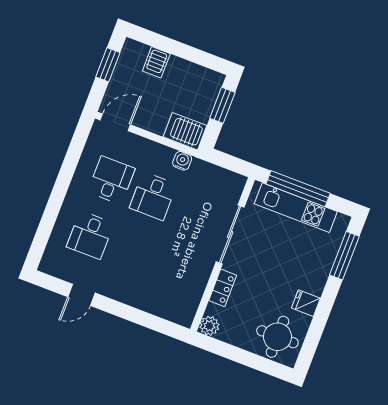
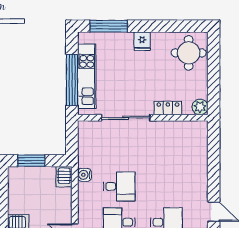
server rack: (185, 131) -> (64, 177), width x0.73, depth x0.70
fridge: (306, 303) -> (142, 41), moved

